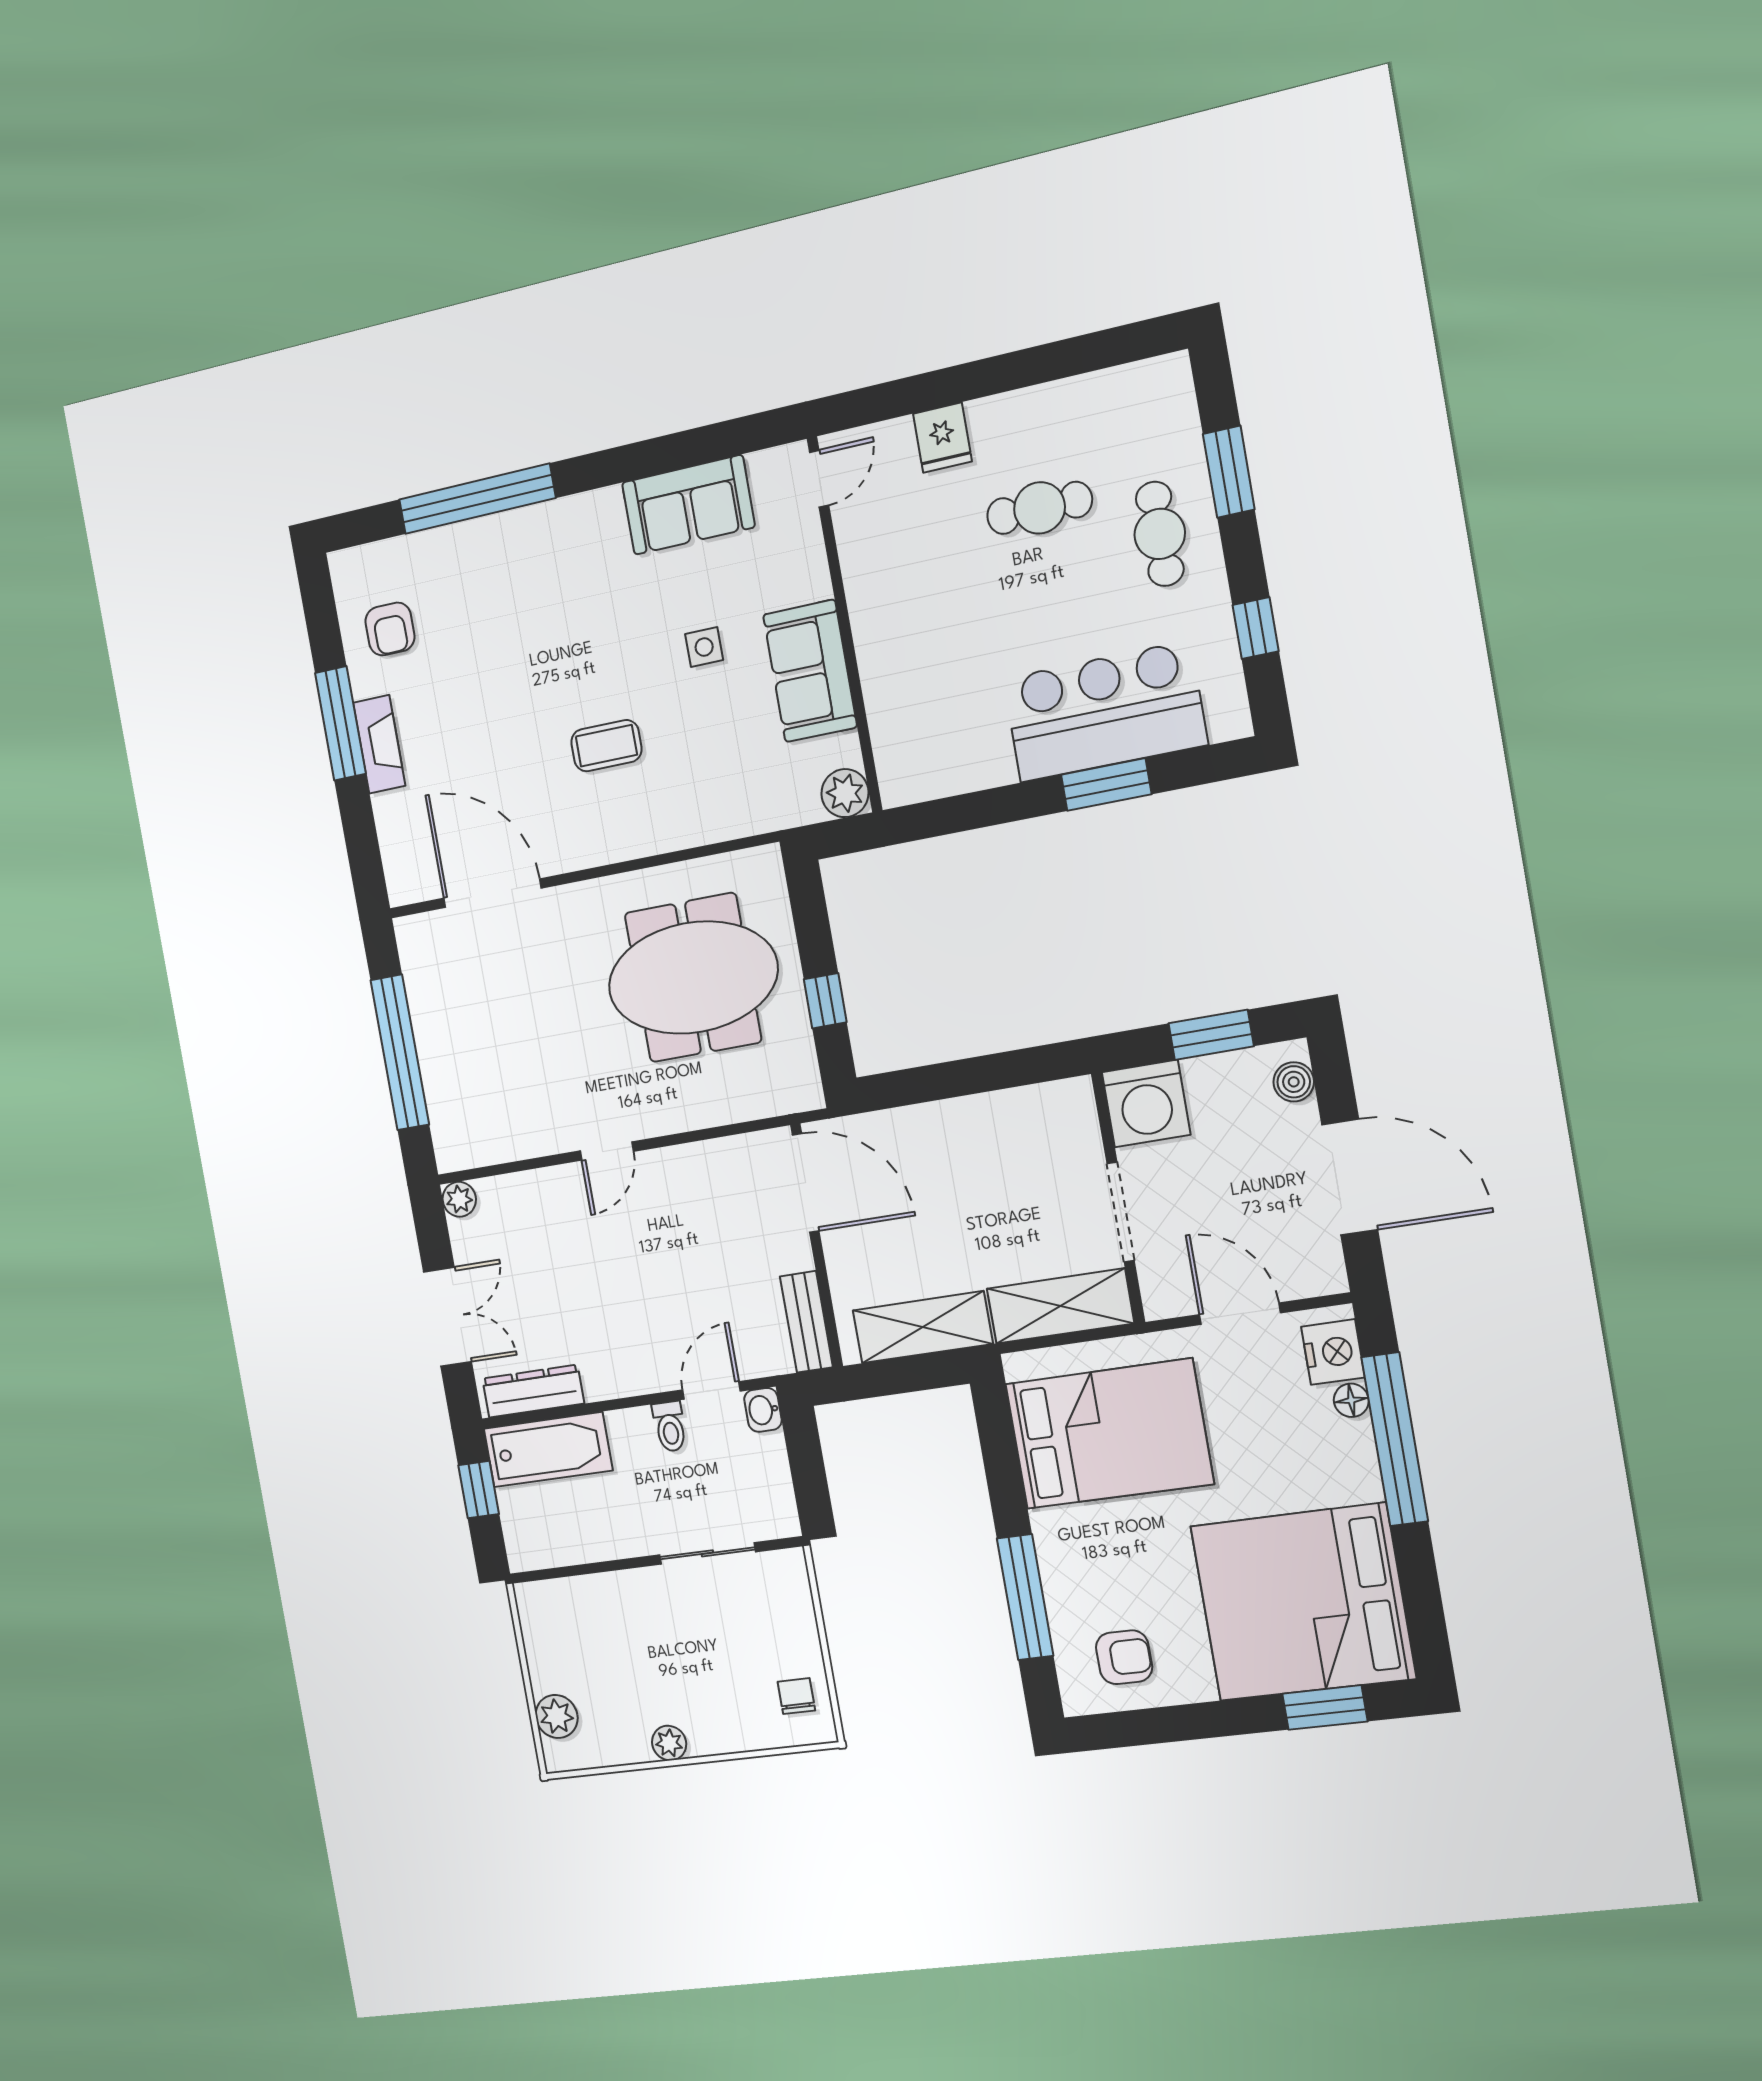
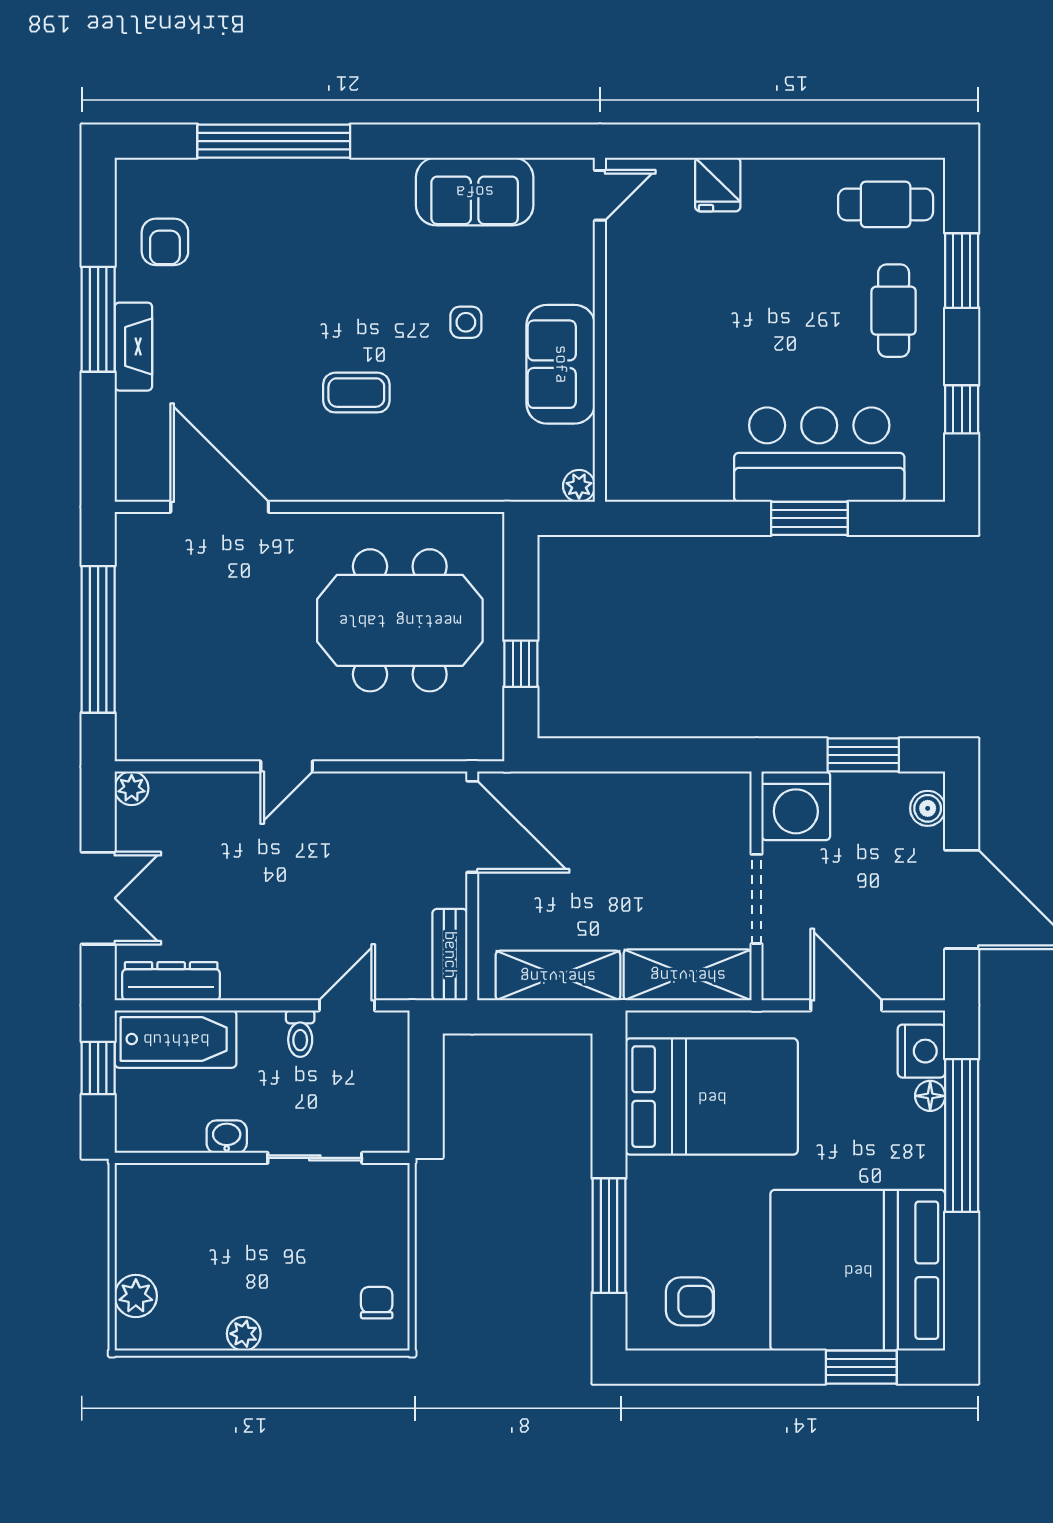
cafe table: (1040, 508) -> (886, 204), moved
plant: (845, 793) -> (579, 486), width x0.73, depth x0.73
washbasin: (763, 1410) -> (227, 1137), moved, turned 90

